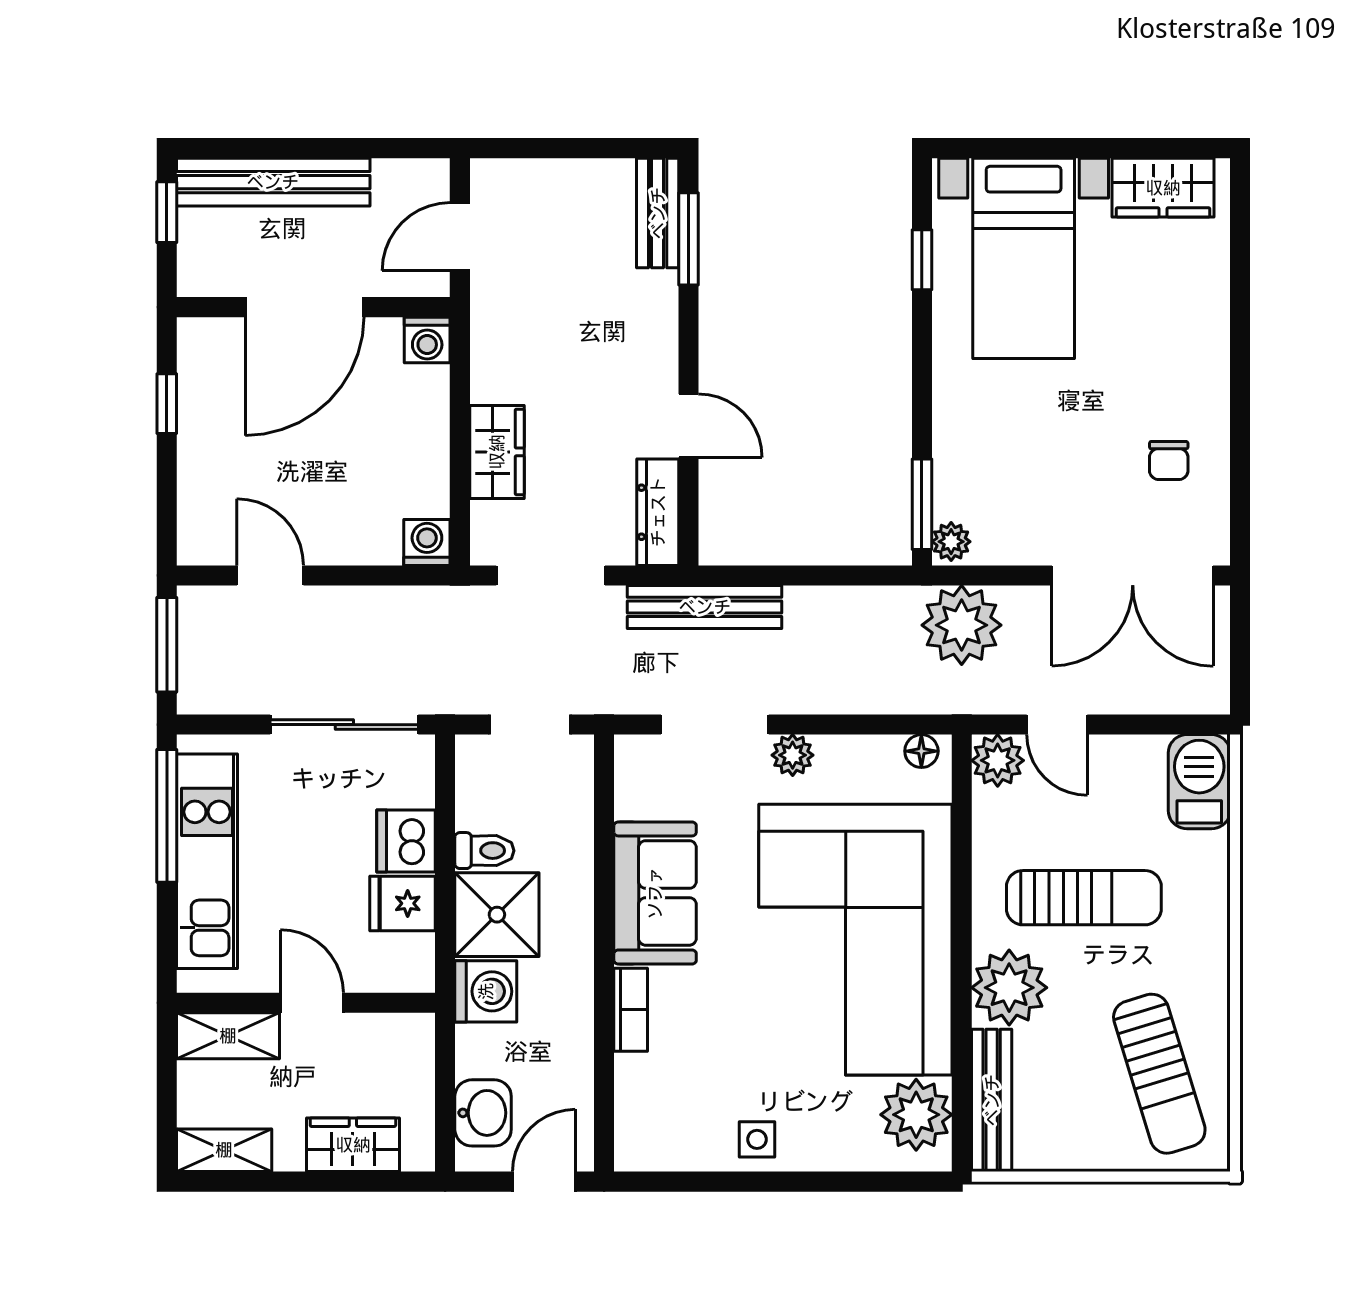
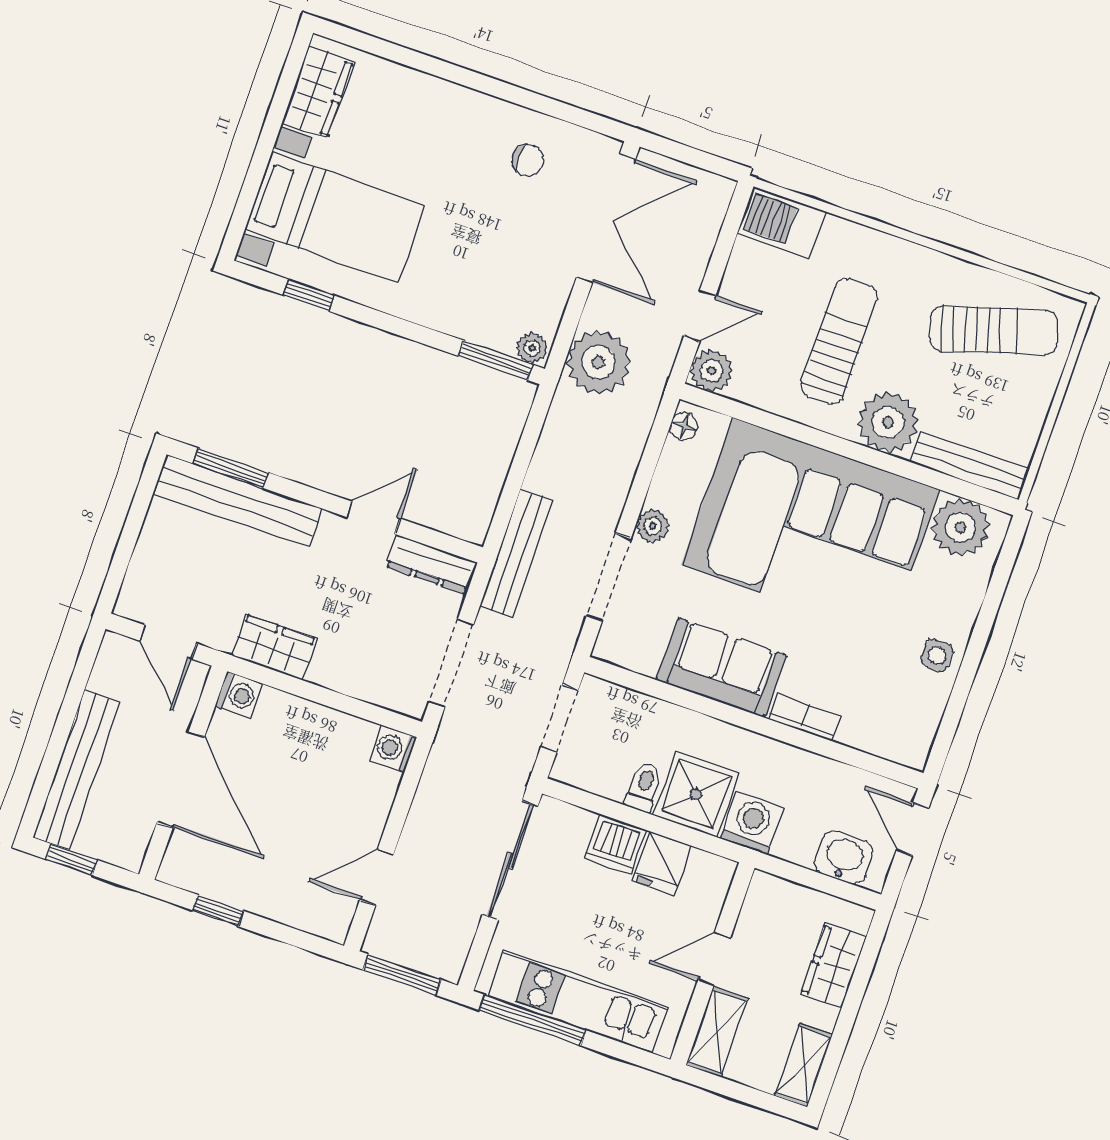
bench: (658, 213) -> (238, 501), width x1.86, depth x1.21
wardrobe: (497, 452) -> (274, 647), moved

